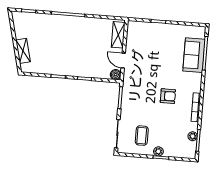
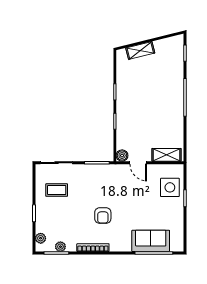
side table: (148, 34) -> (170, 187), added
door: (123, 61) -> (138, 163), swing flipped
plant: (158, 151) -> (41, 238), moved

